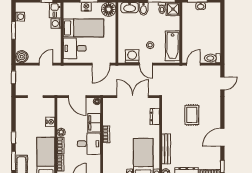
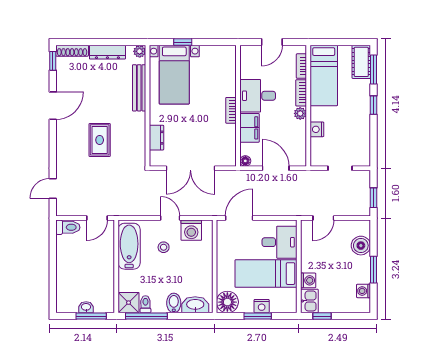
boiler: (22, 57) -> (361, 246), moved

